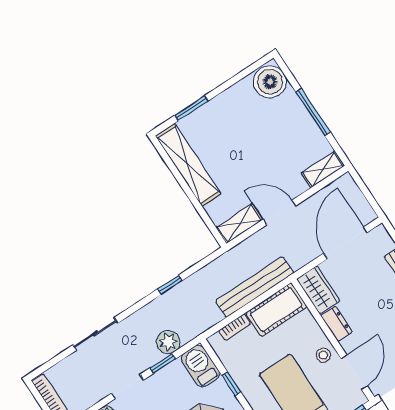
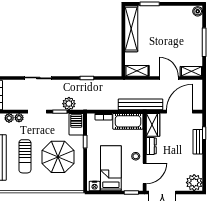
boiler: (270, 82) -> (198, 11), width x0.54, depth x0.54
door: (279, 213) -> (169, 78), moved
bench: (255, 287) -> (140, 104), moved

